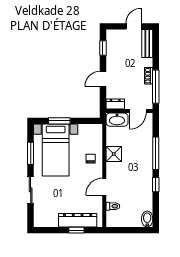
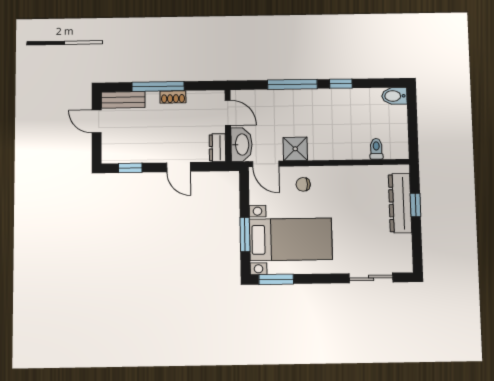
window: (156, 87) -> (158, 86), moved
window: (31, 153) -> (276, 279), moved
door: (104, 187) -> (266, 164), moved
sliding door: (31, 190) -> (371, 278), moved

